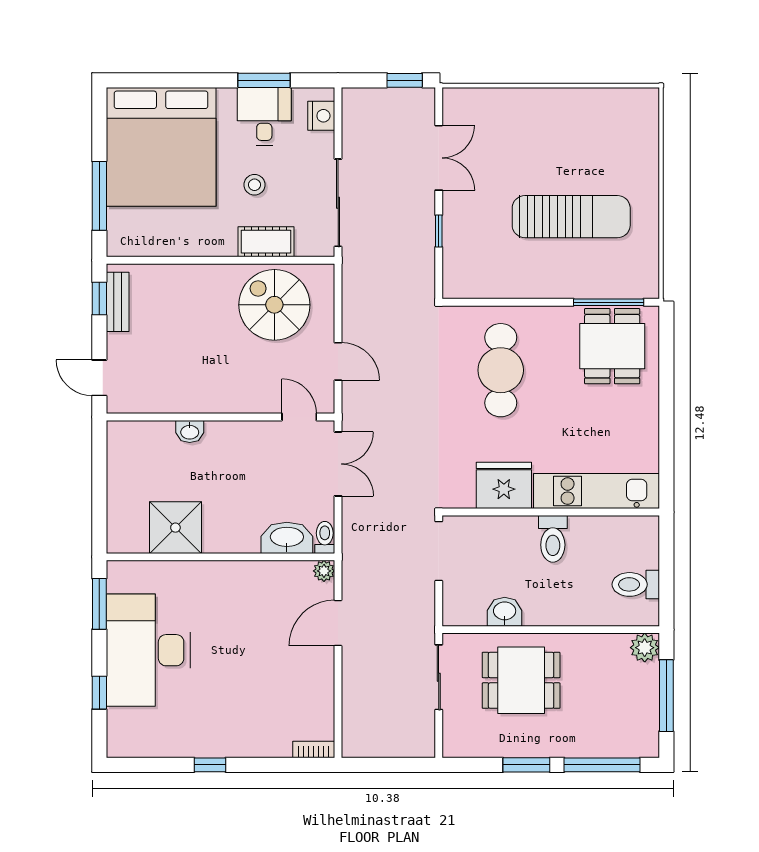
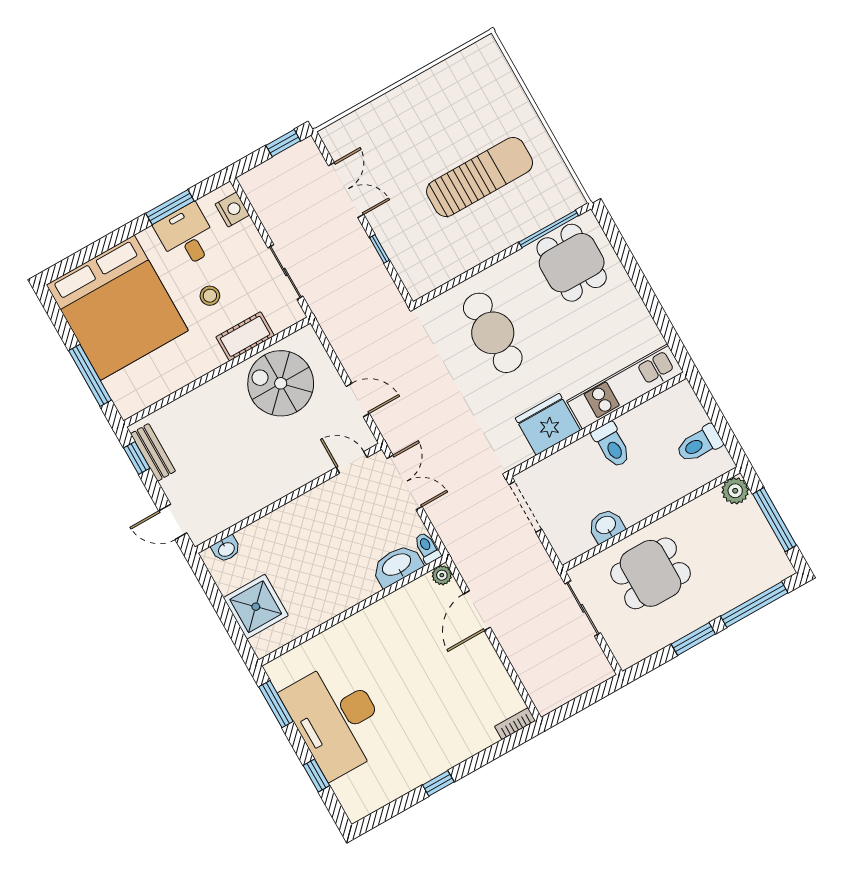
sliding door: (338, 203) -> (285, 272), width x0.73
washbasin: (190, 432) -> (226, 549), moved
shower: (175, 528) -> (256, 607), moved

